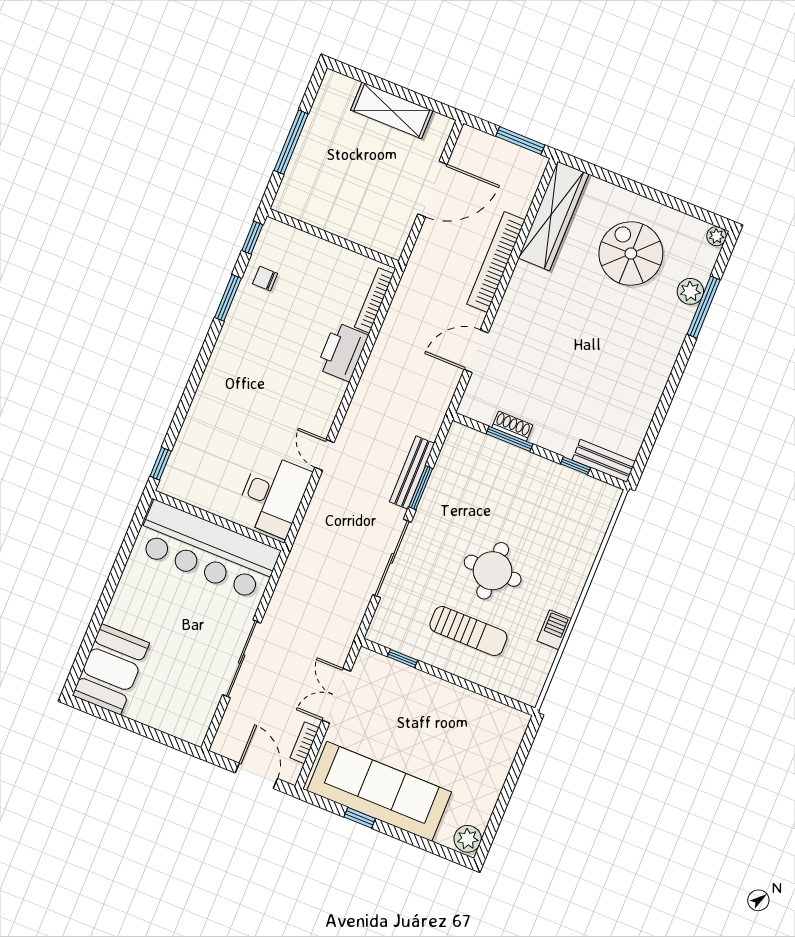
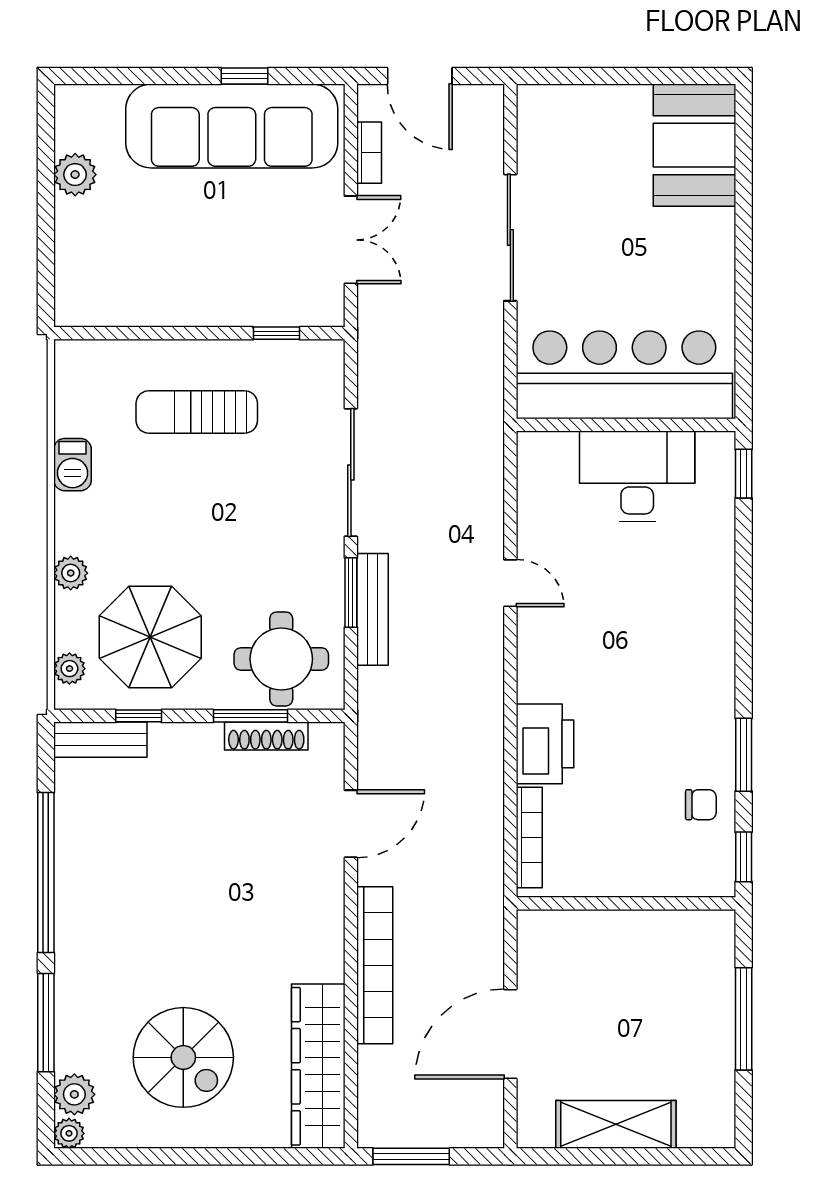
plant: (690, 291) -> (74, 1094), moved
window: (668, 396) -> (46, 873), added
shoe rack: (512, 426) -> (266, 736), width x1.43
desk: (273, 495) -> (637, 476), moved, turned 90
parasol: (550, 509) -> (150, 637), added
plant: (605, 510) -> (69, 669), added
plant: (581, 566) -> (71, 573), added
round table: (493, 571) -> (281, 659), moved
plant: (468, 839) -> (75, 175), moved

